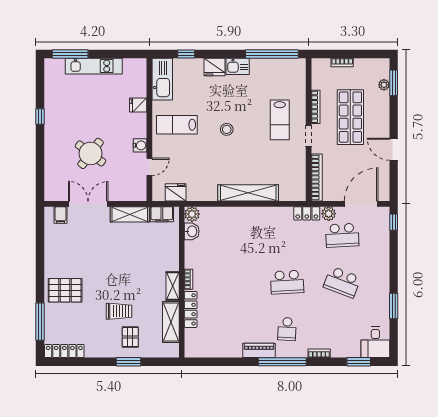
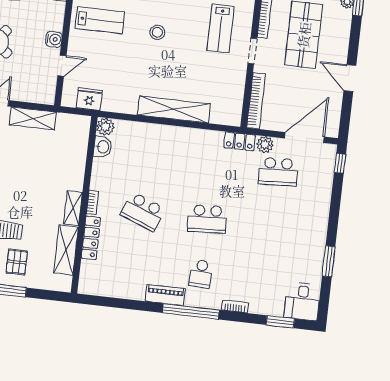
lab bench: (177, 125) -> (100, 20), turned 180
filing cabinet: (162, 214) -> (70, 123), removed
school desk: (342, 282) -> (143, 212), moved

